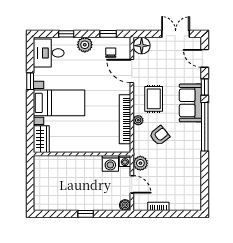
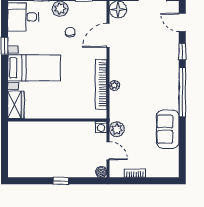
chair: (111, 53) -> (70, 32), moved
door: (132, 71) -> (108, 35), hinge flipped
rug: (154, 99) -> (130, 64), removed
sofa: (190, 103) -> (168, 129), moved
armchair: (160, 136) -> (136, 101), removed
washing machine: (110, 163) -> (86, 129), removed

